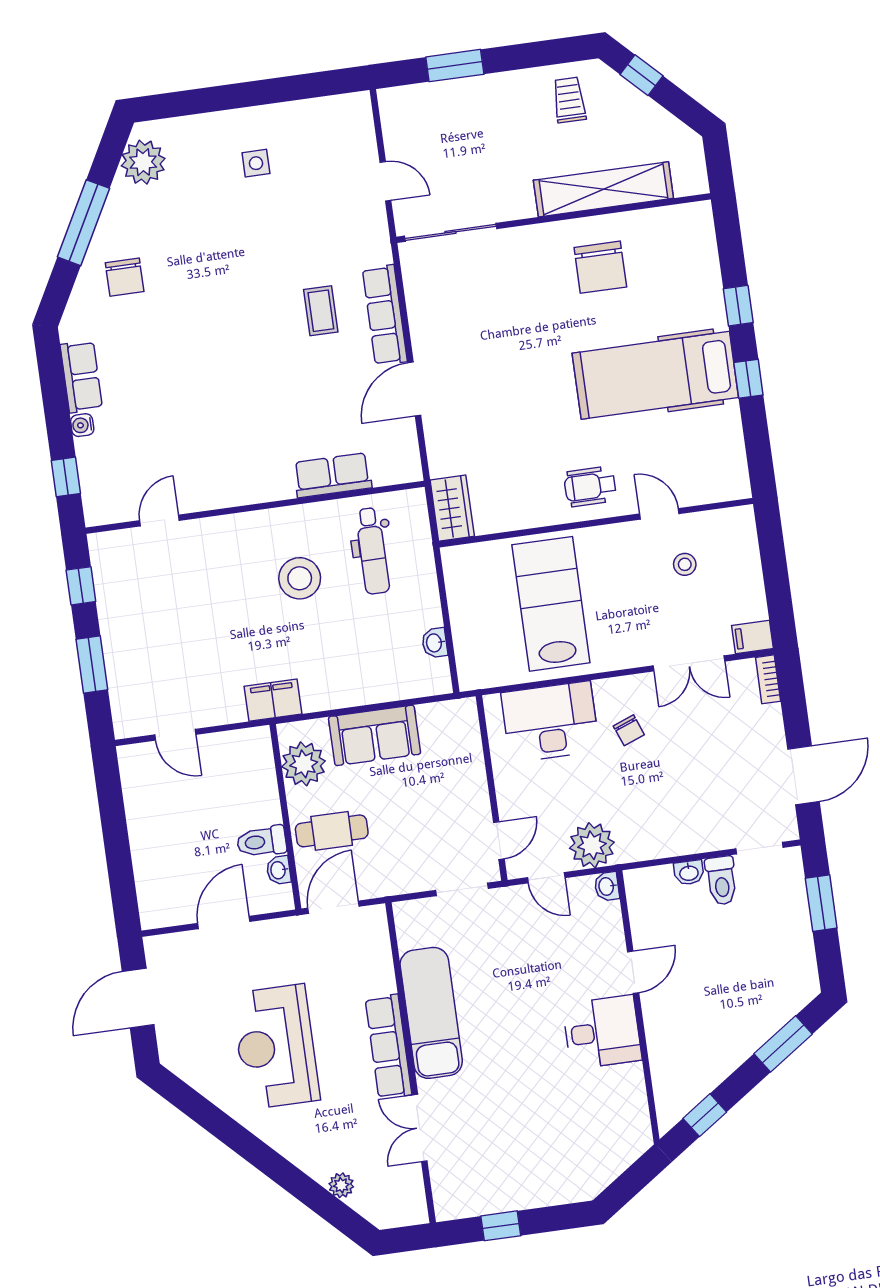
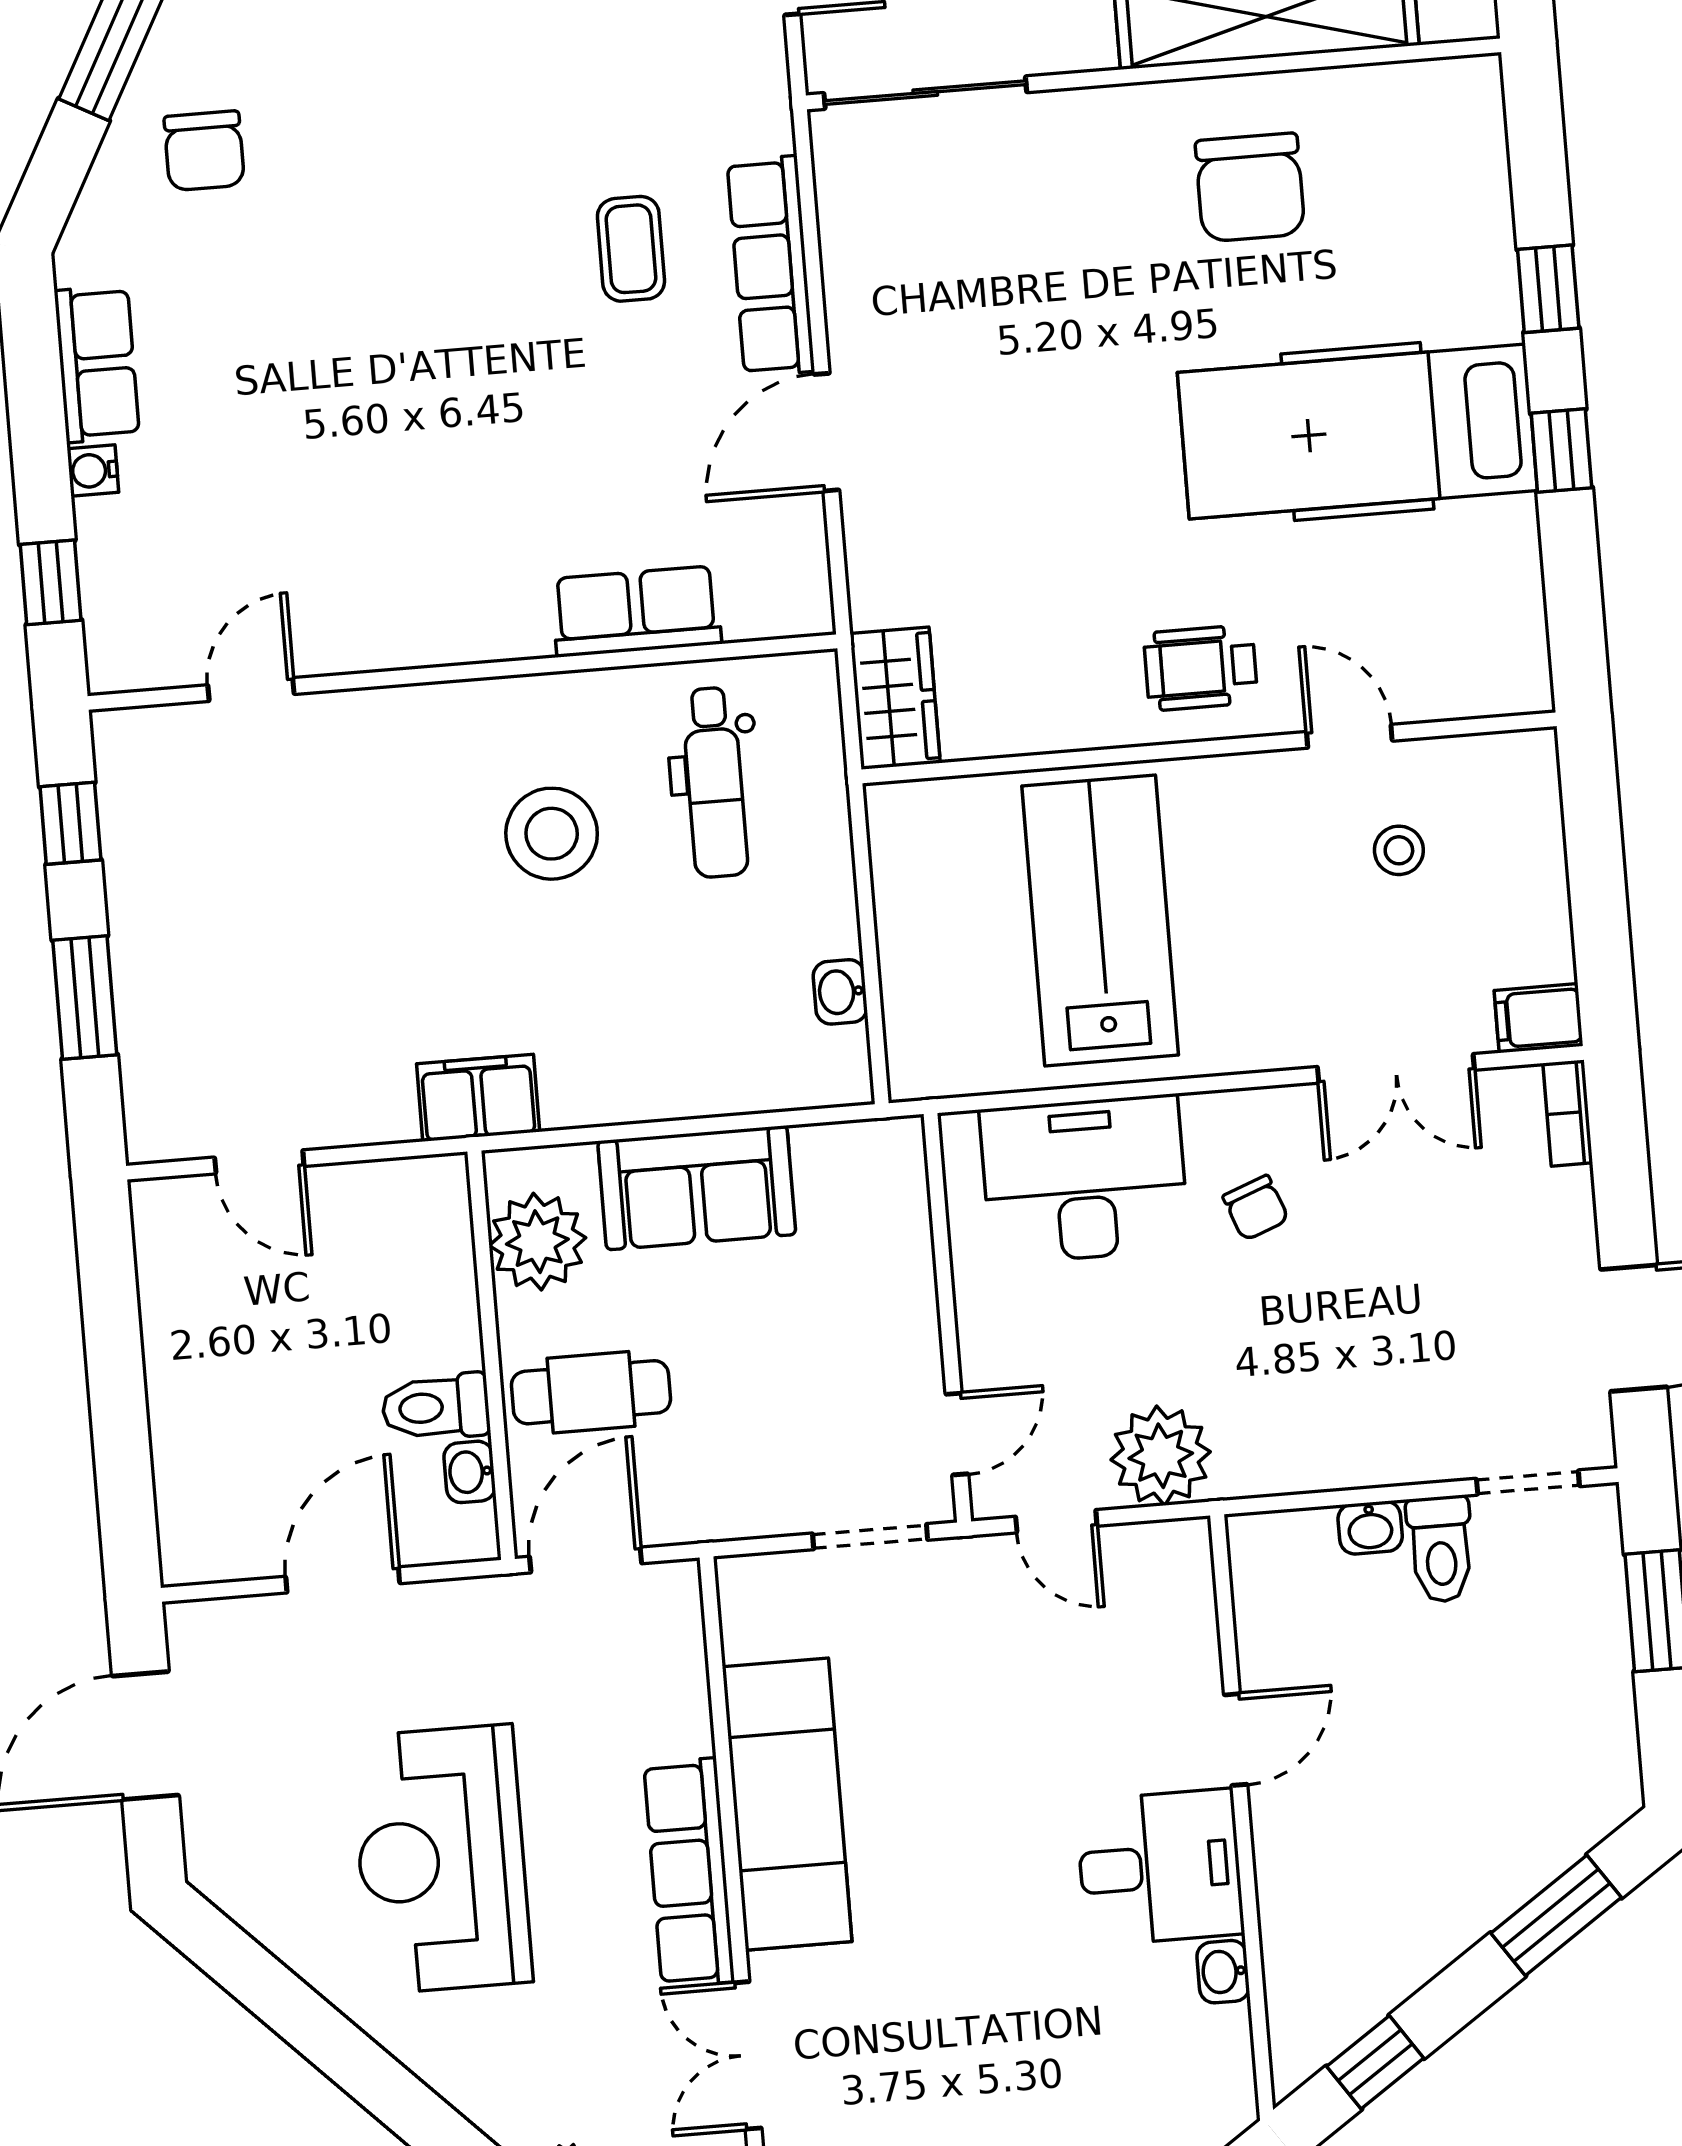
washbasin: (607, 886) -> (1223, 1972), moved

